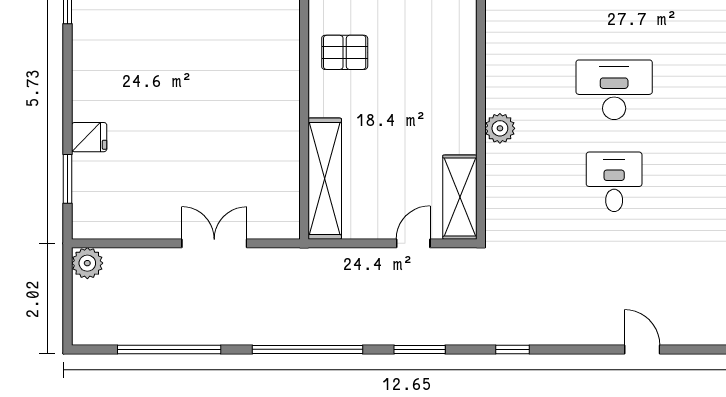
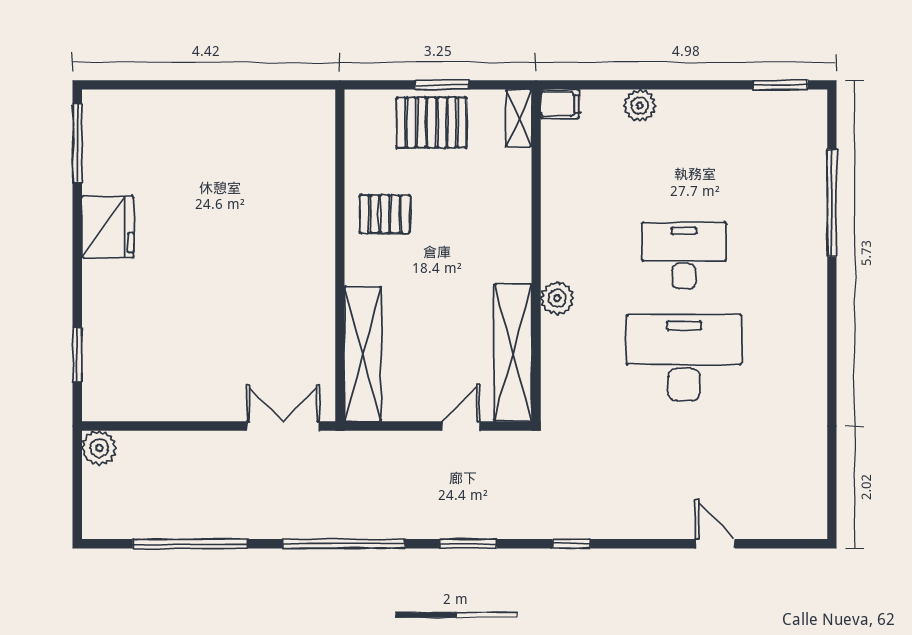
fridge: (89, 137) -> (108, 227), moved, width x1.88, depth x1.34
desk: (614, 182) -> (684, 358), width x1.87, depth x1.30
shelving: (460, 197) -> (513, 353), width x1.47
double door: (214, 243) -> (283, 426), moved

